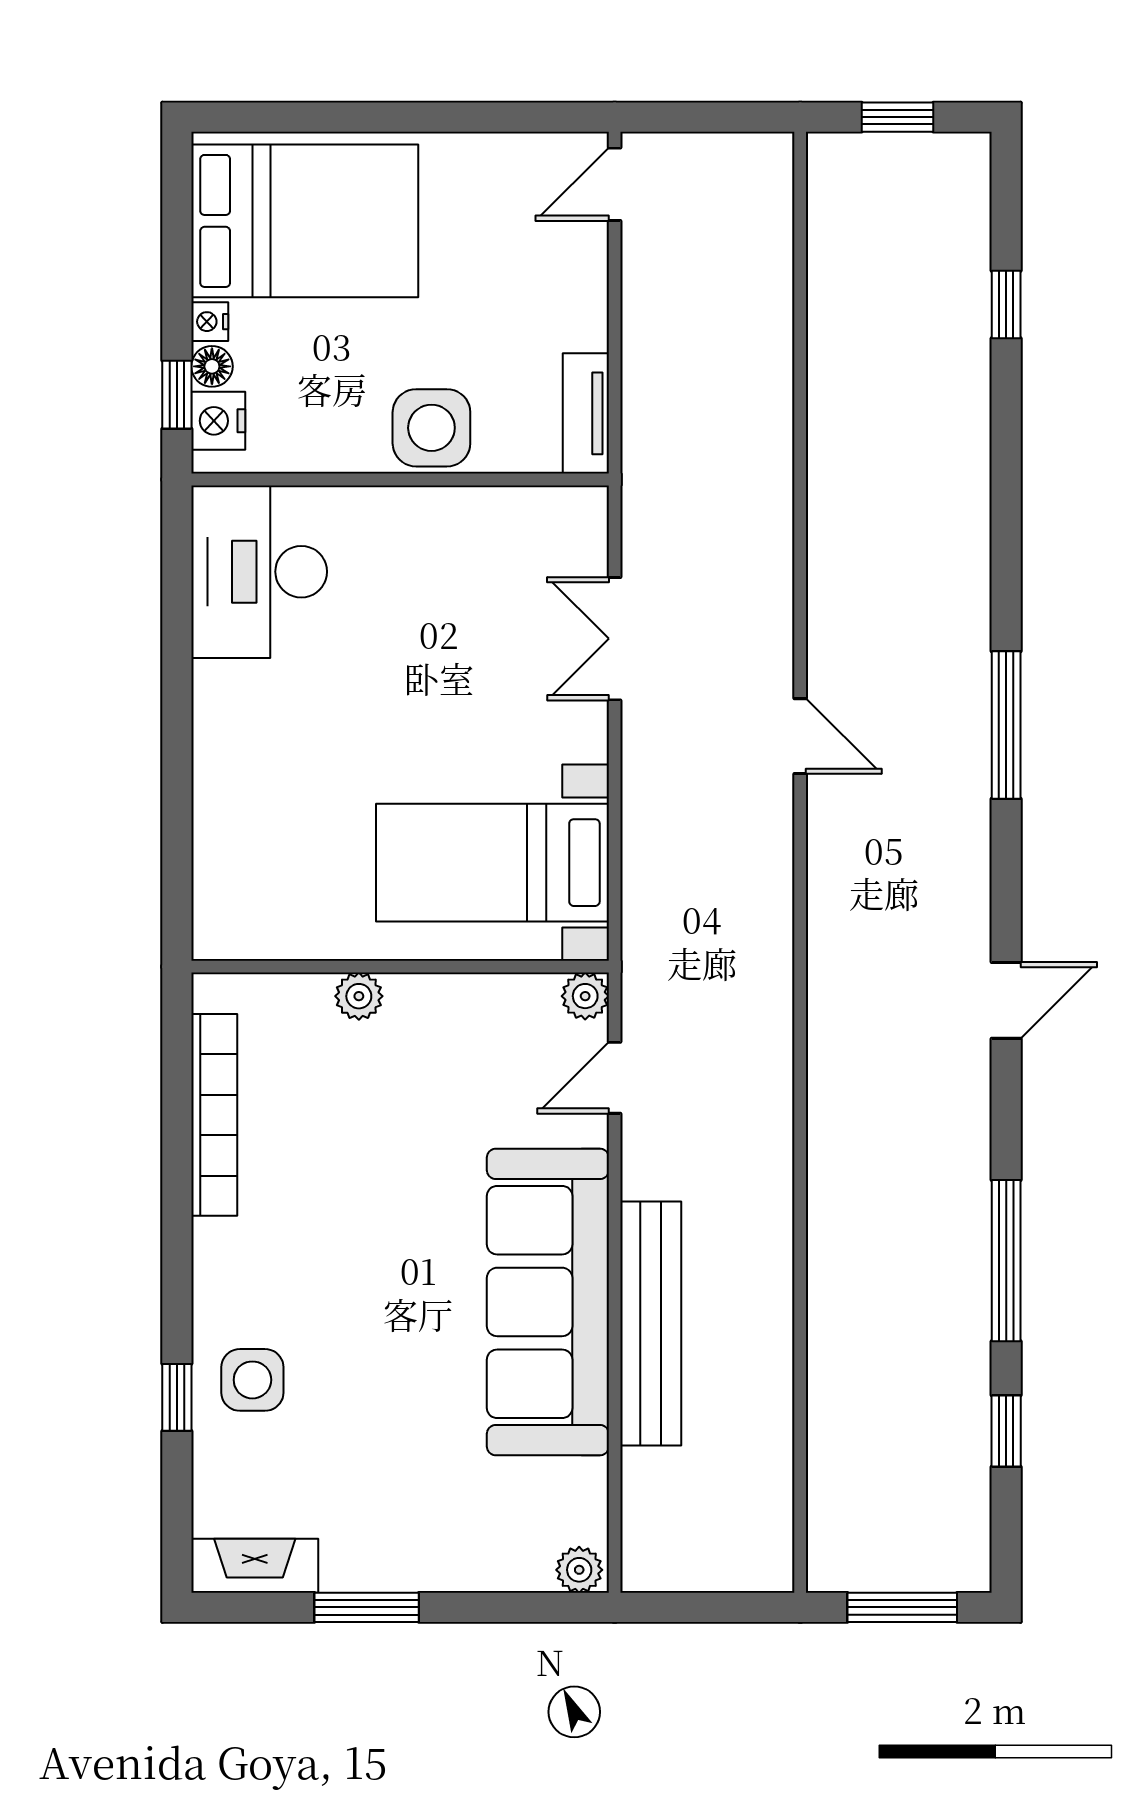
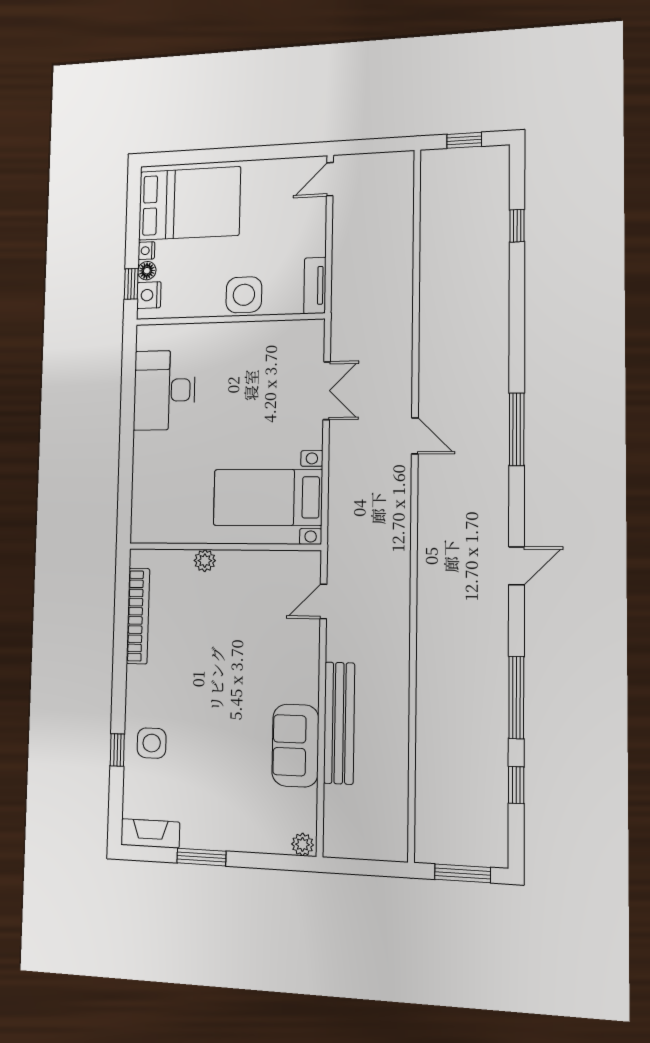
desk: (259, 572) -> (164, 390), moved
double door: (615, 639) -> (327, 391), swing flipped
plant: (585, 996) -> (310, 562), removed
sofa: (548, 1302) -> (295, 746), width x0.54, depth x0.79

